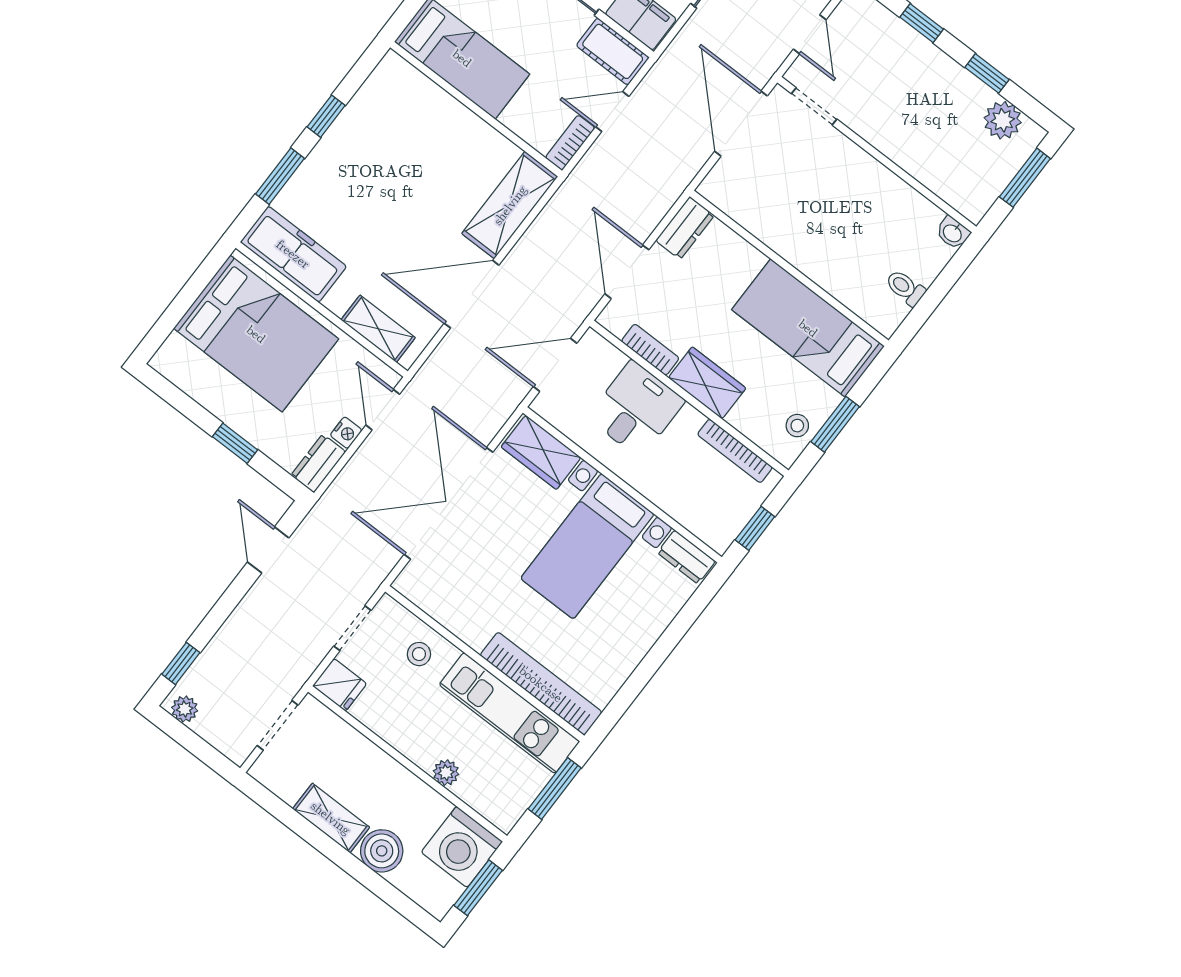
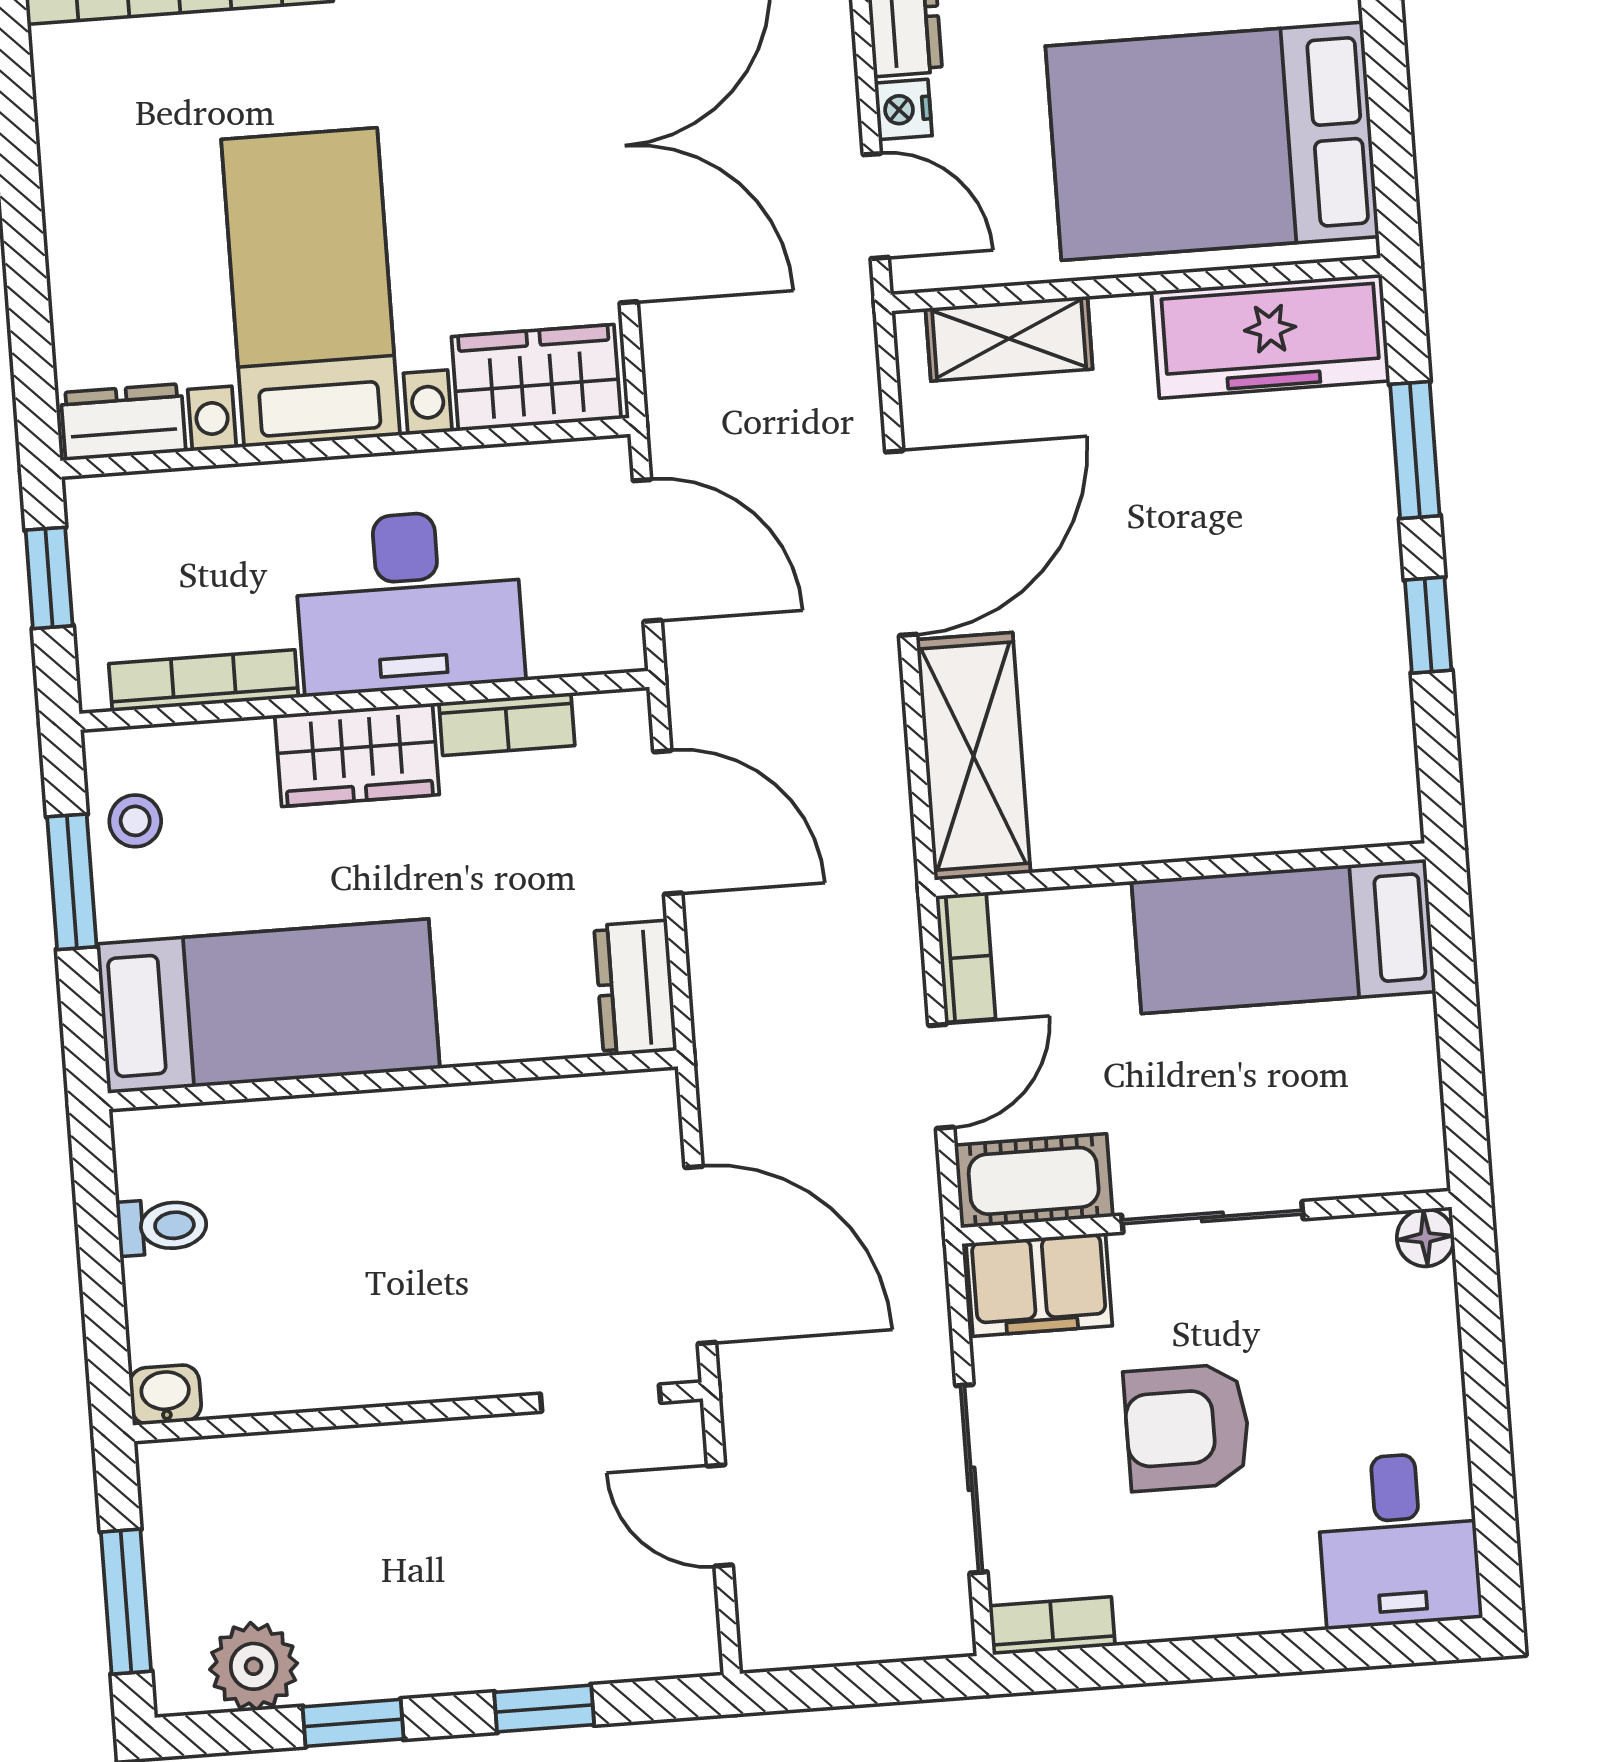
door: (555, 365) -> (647, 550), hinge flipped
desk: (636, 409) -> (409, 602), width x1.37

